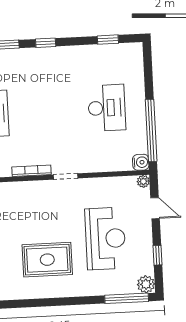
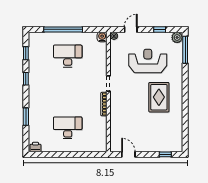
window: (46, 43) -> (26, 79), moved
window: (151, 130) -> (63, 29), moved

